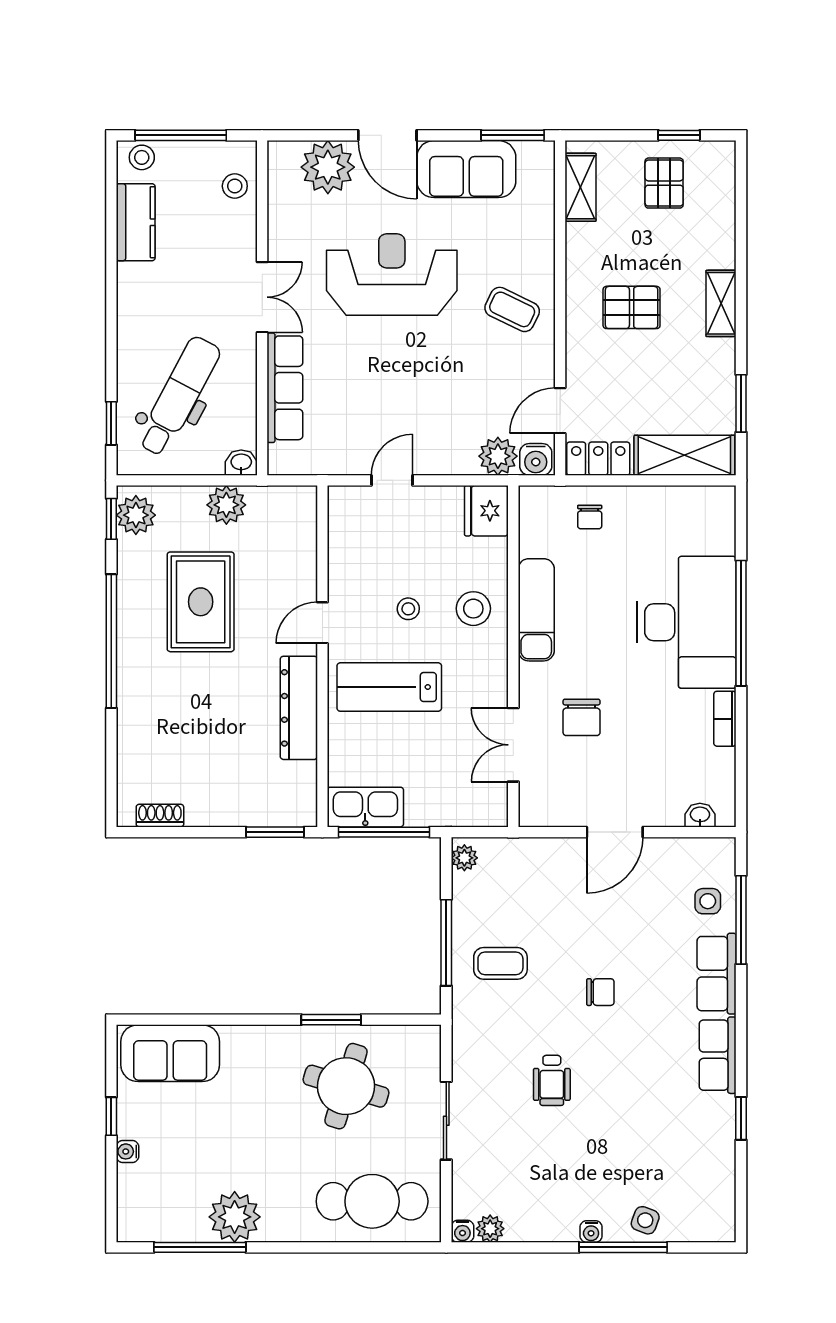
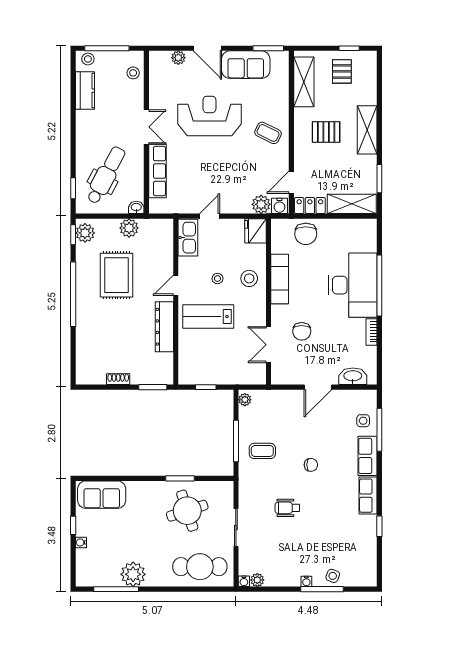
plant: (328, 167) -> (178, 58), width x0.53, depth x0.53
shelving: (581, 187) -> (304, 82), width x1.50, depth x1.33
shelving: (721, 303) -> (367, 130), width x1.50, depth x1.33
chair: (590, 517) -> (306, 234), width x1.87, depth x1.87
kitchen sink: (365, 807) -> (188, 238), moved, turned 90
washbasin: (700, 815) -> (353, 376), width x1.91, depth x1.45
shoe rack: (160, 816) -> (118, 379), moved
window: (384, 832) -> (206, 387), width x0.46
wheelchair: (552, 1080) -> (287, 508), turned 90
round table: (346, 1086) -> (187, 511), turned -35

